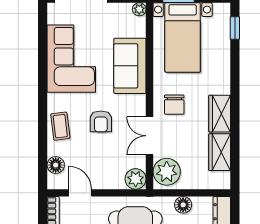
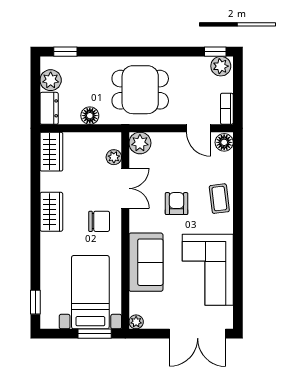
chair: (174, 105) -> (99, 221), turned 90
wardrobe: (220, 152) -> (51, 152), moved
floor lamp: (56, 165) -> (224, 142), moved
plant: (167, 172) -> (114, 157), width x0.53, depth x0.53

